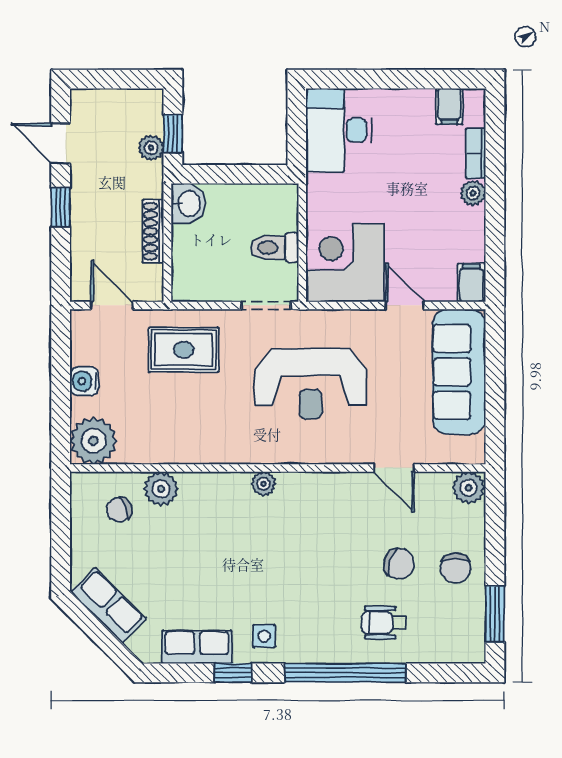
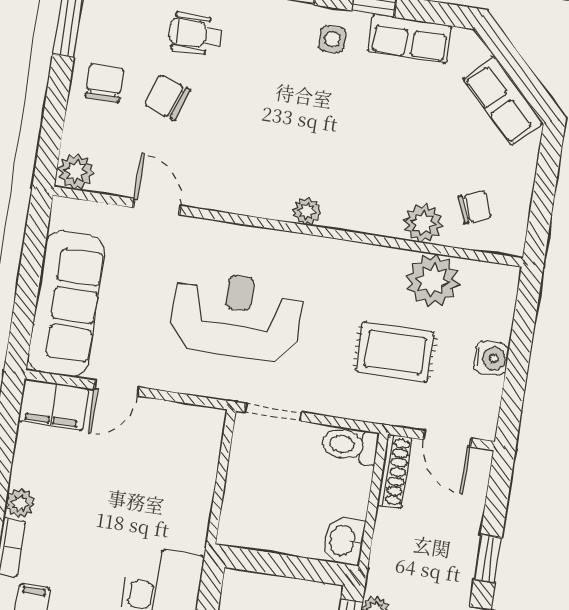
shoe rack: (153, 231) -> (395, 472), moved
toilet: (274, 248) -> (350, 445), moved, turned 180
corner desk: (345, 263) -> (176, 447), removed
filing cabinet: (471, 283) -> (53, 405), width x2.00
door: (405, 305) -> (117, 388), hinge flipped
rug: (184, 350) -> (395, 352), moved
plant: (93, 441) -> (433, 280), moved
wheelchair: (384, 623) -> (195, 34), turned 180

